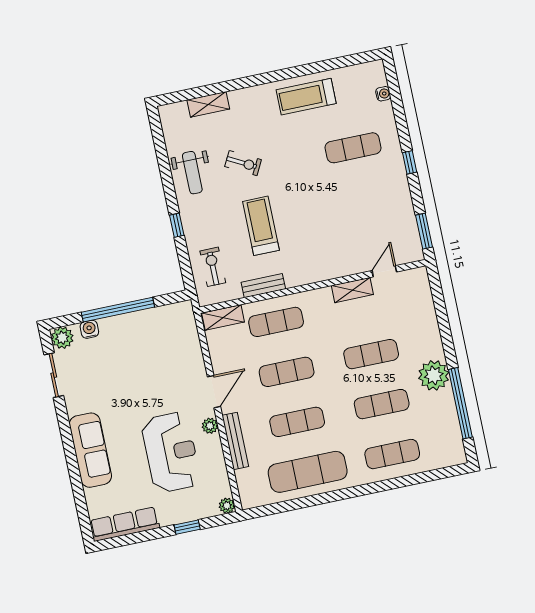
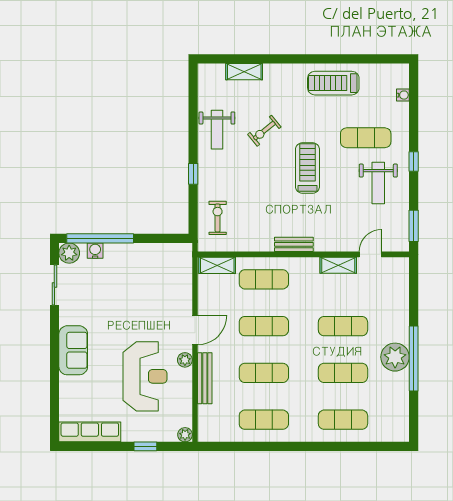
exercise bike: (243, 163) -> (264, 131), turned 113
weight bench: (377, 193) -> (378, 183), added
treadmill: (261, 226) -> (307, 168), moved
bench: (263, 286) -> (294, 244), moved
window: (118, 310) -> (100, 238), moved
window: (460, 403) -> (414, 359), moved
sofa: (90, 450) -> (73, 350), width x0.73
exercise mat: (308, 472) -> (264, 420), width x0.73, depth x0.69

